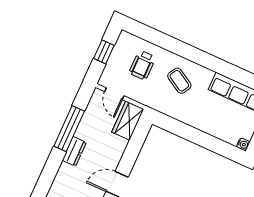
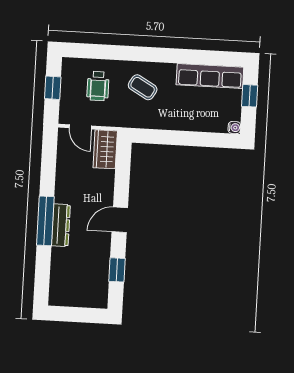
window: (69, 129) -> (45, 221), moved
dresser: (74, 151) -> (61, 225), moved, width x1.44

